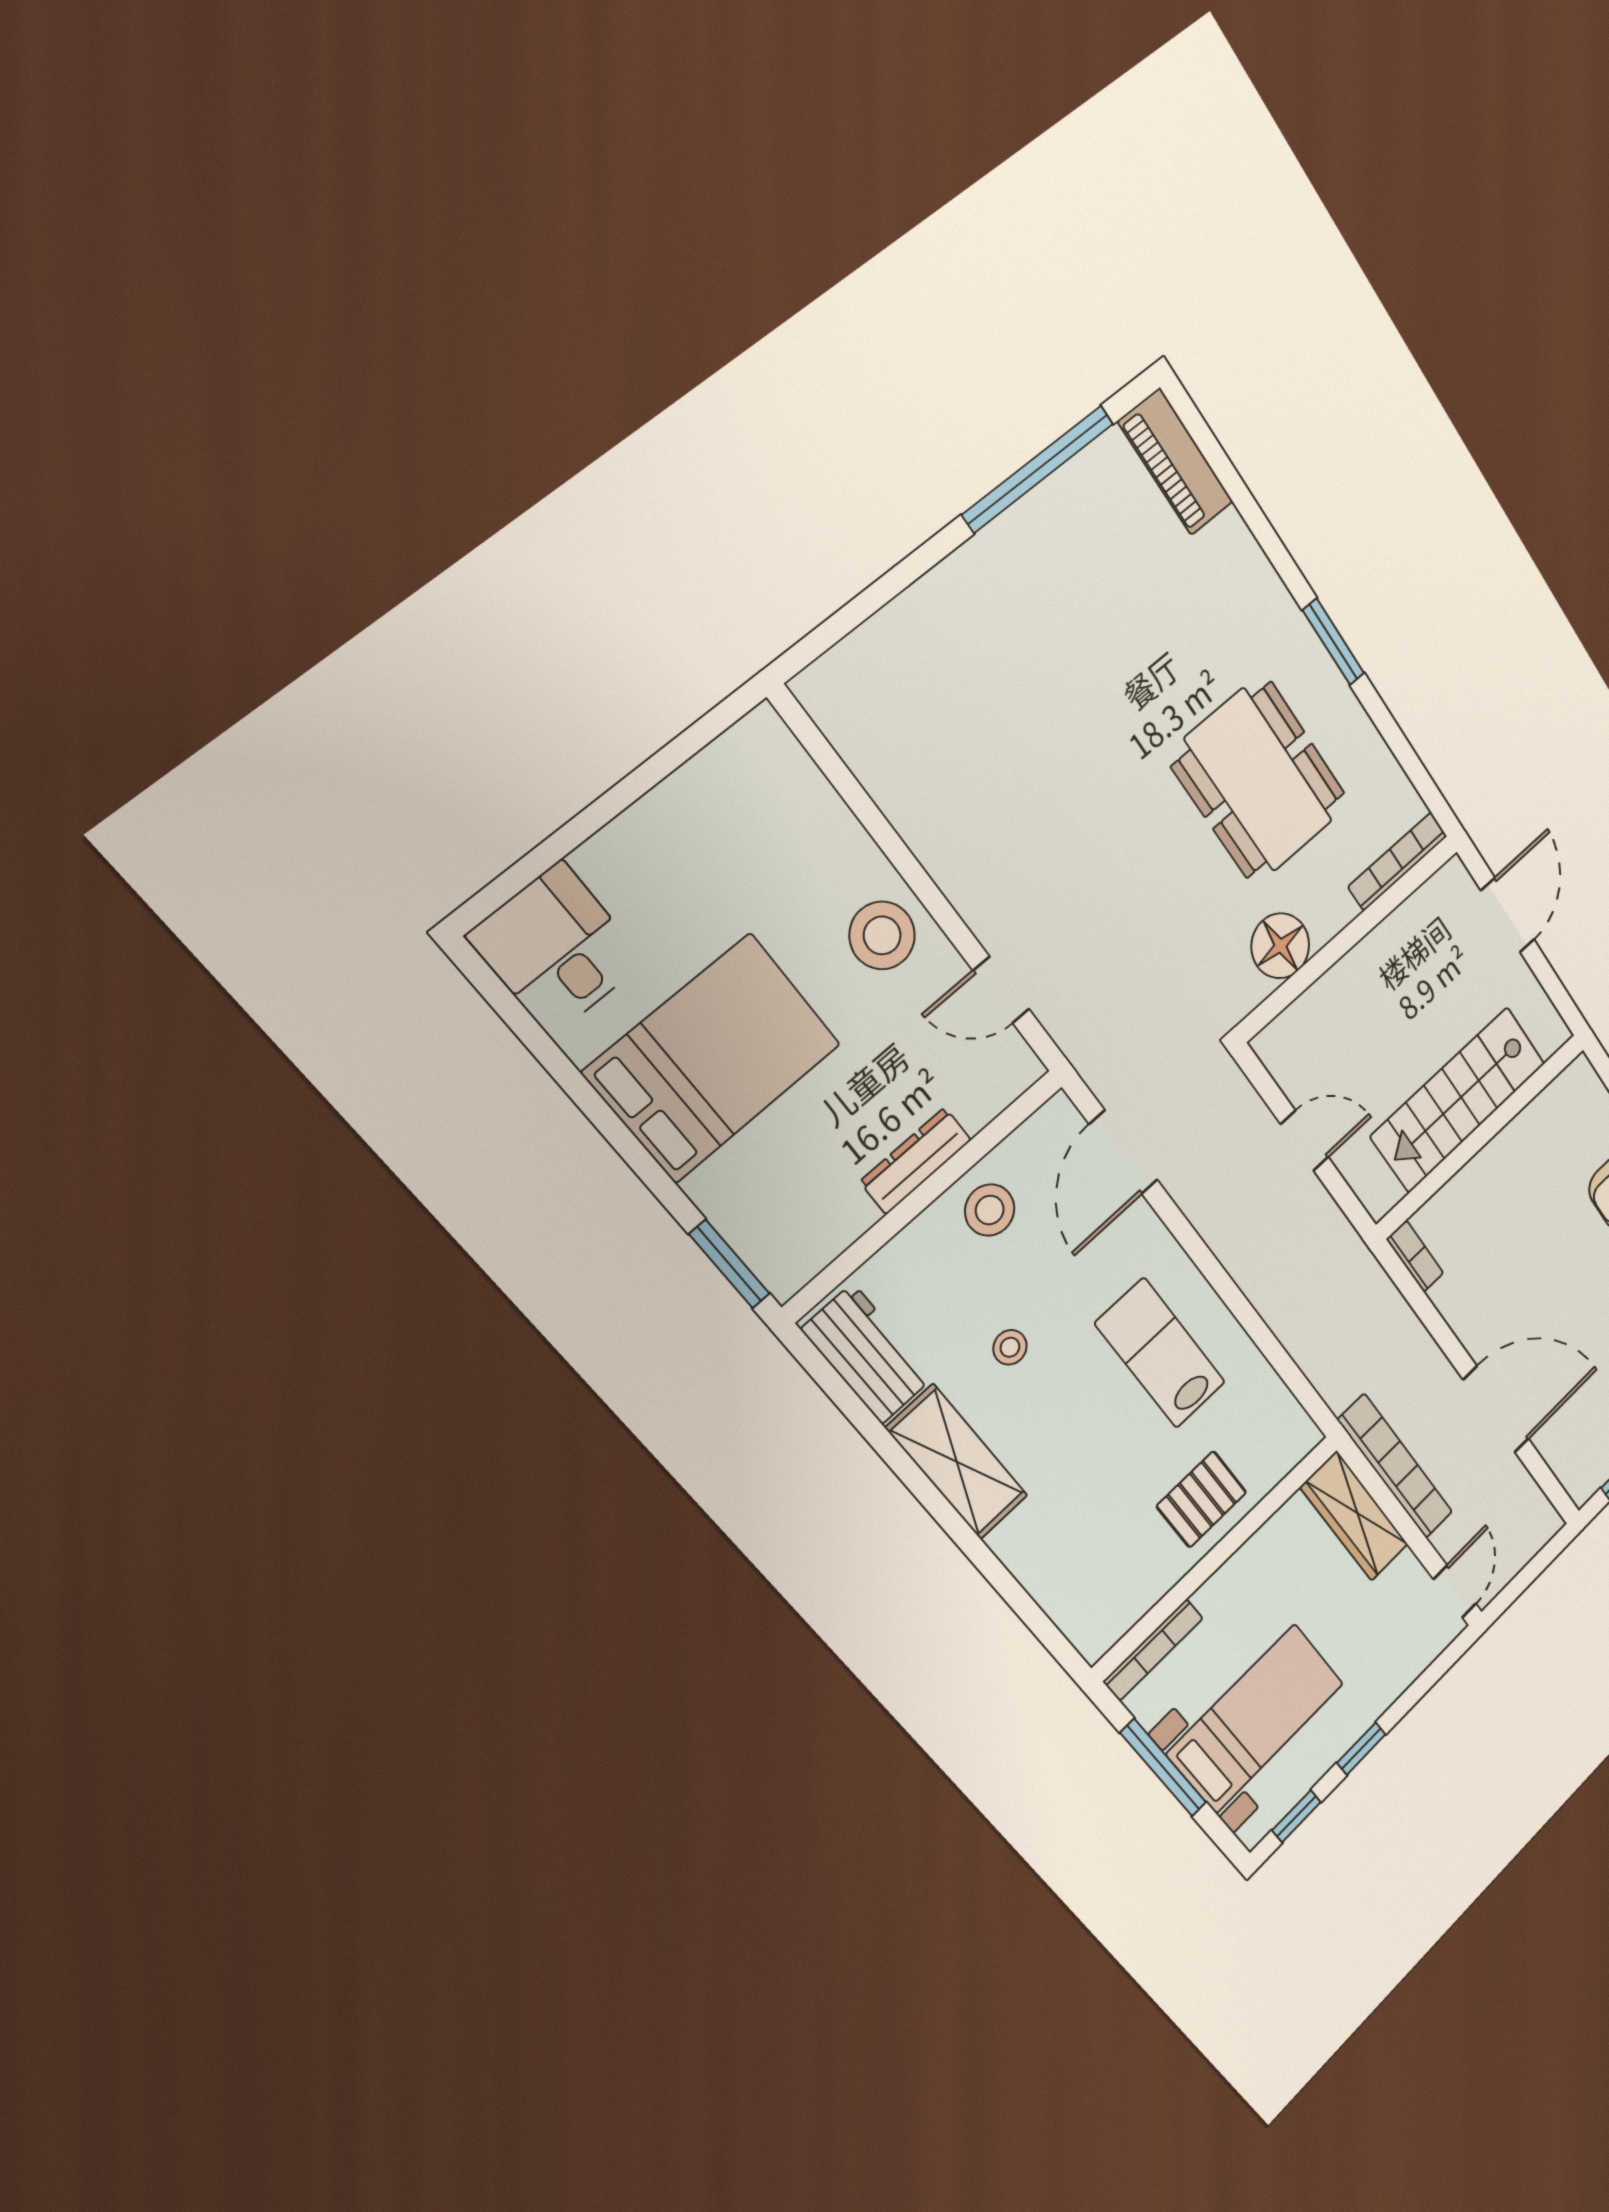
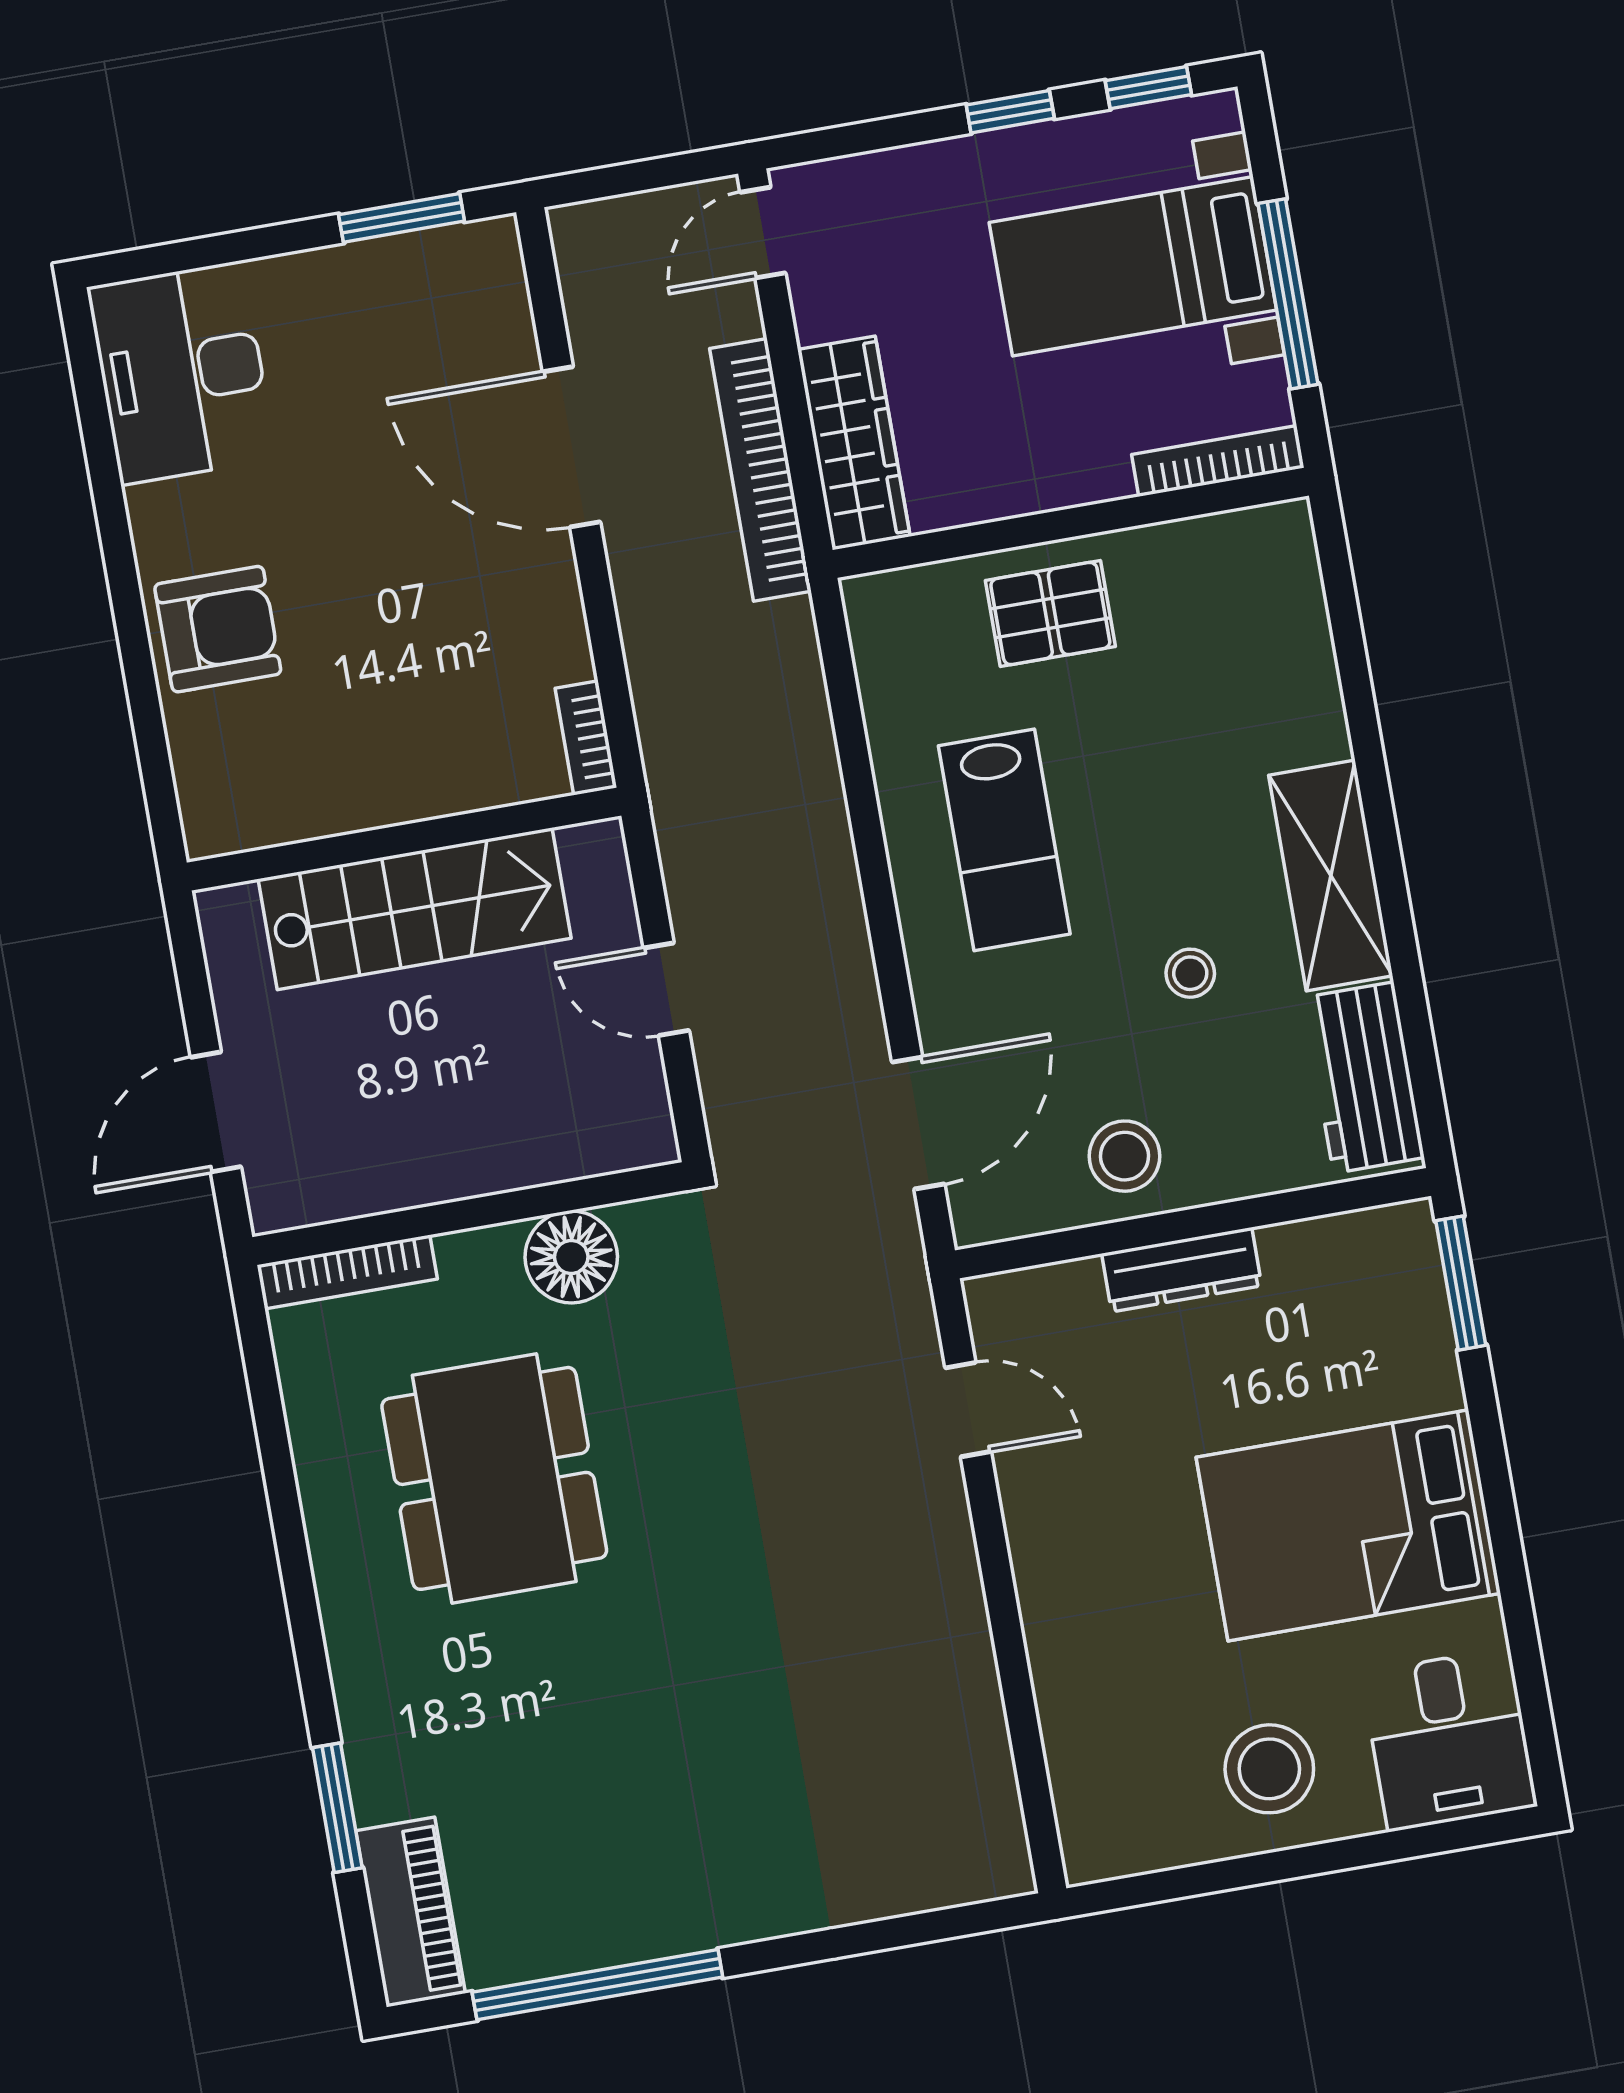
window: (1333, 642) -> (337, 1808), moved
stool: (882, 935) -> (1269, 1769), moved

